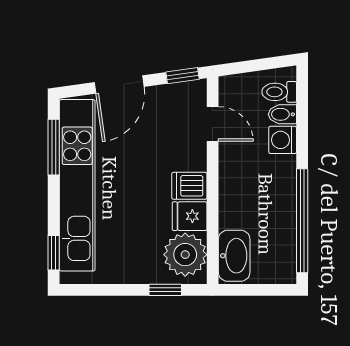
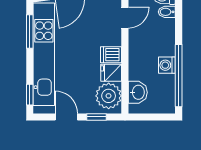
door: (213, 124) -> (125, 18), hinge flipped
washing machine: (283, 140) -> (167, 65), moved
washbasin: (234, 256) -> (138, 92), width x0.72
door: (115, 290) -> (66, 117), added

